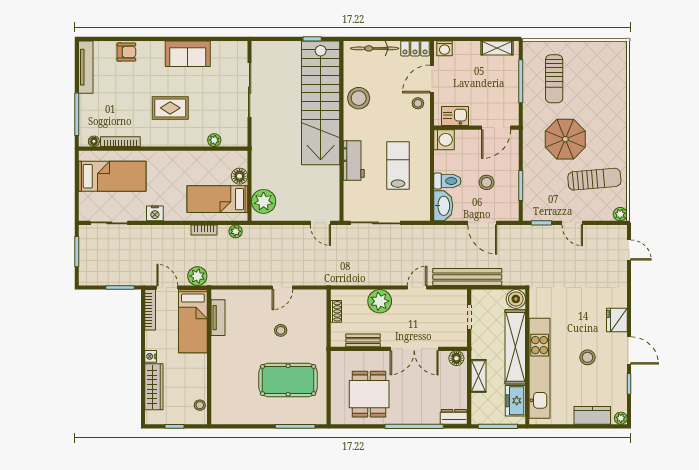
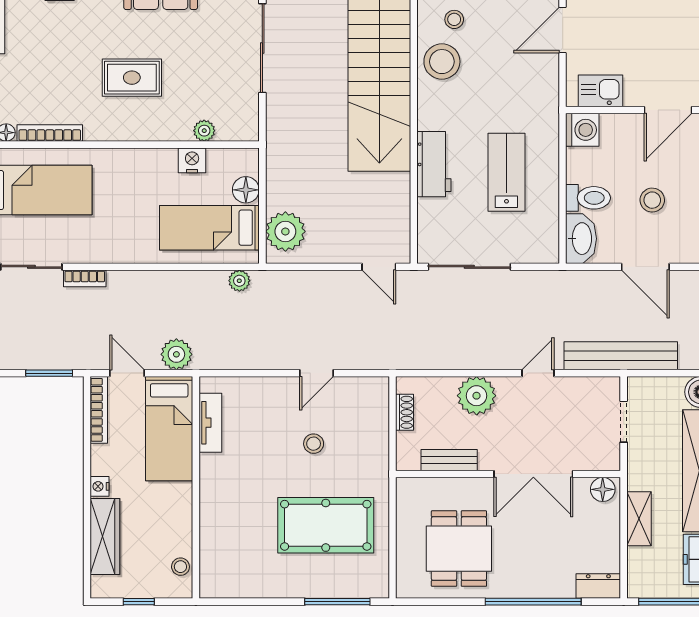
stool: (418, 103) -> (454, 19), moved
nightstand: (155, 213) -> (192, 160), moved, turned 180
bookcase: (204, 230) -> (85, 278), moved

